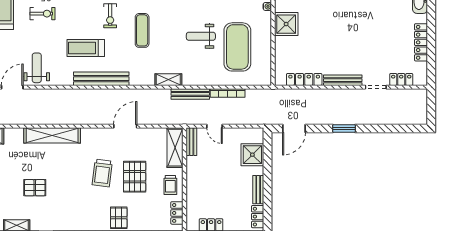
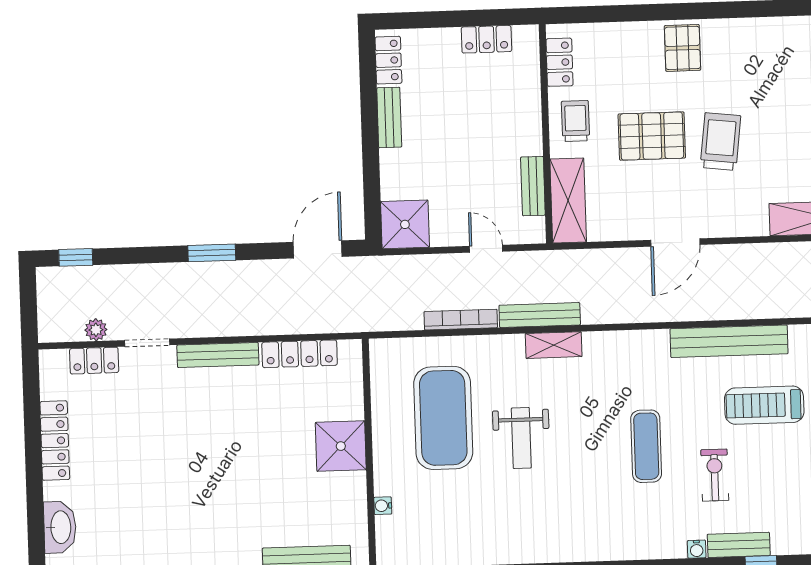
shower: (286, 24) -> (341, 446), moved
weight bench: (201, 36) -> (521, 438), turned 90
treadmill: (86, 48) -> (764, 405), turned 180
shelving: (168, 80) -> (554, 345), moved
plant: (400, 94) -> (96, 330), added
window: (408, 128) -> (76, 257), added
bench: (191, 142) -> (533, 186), moved
shower: (252, 155) -> (405, 224), moved
pallet: (135, 177) -> (652, 136), turned 90

